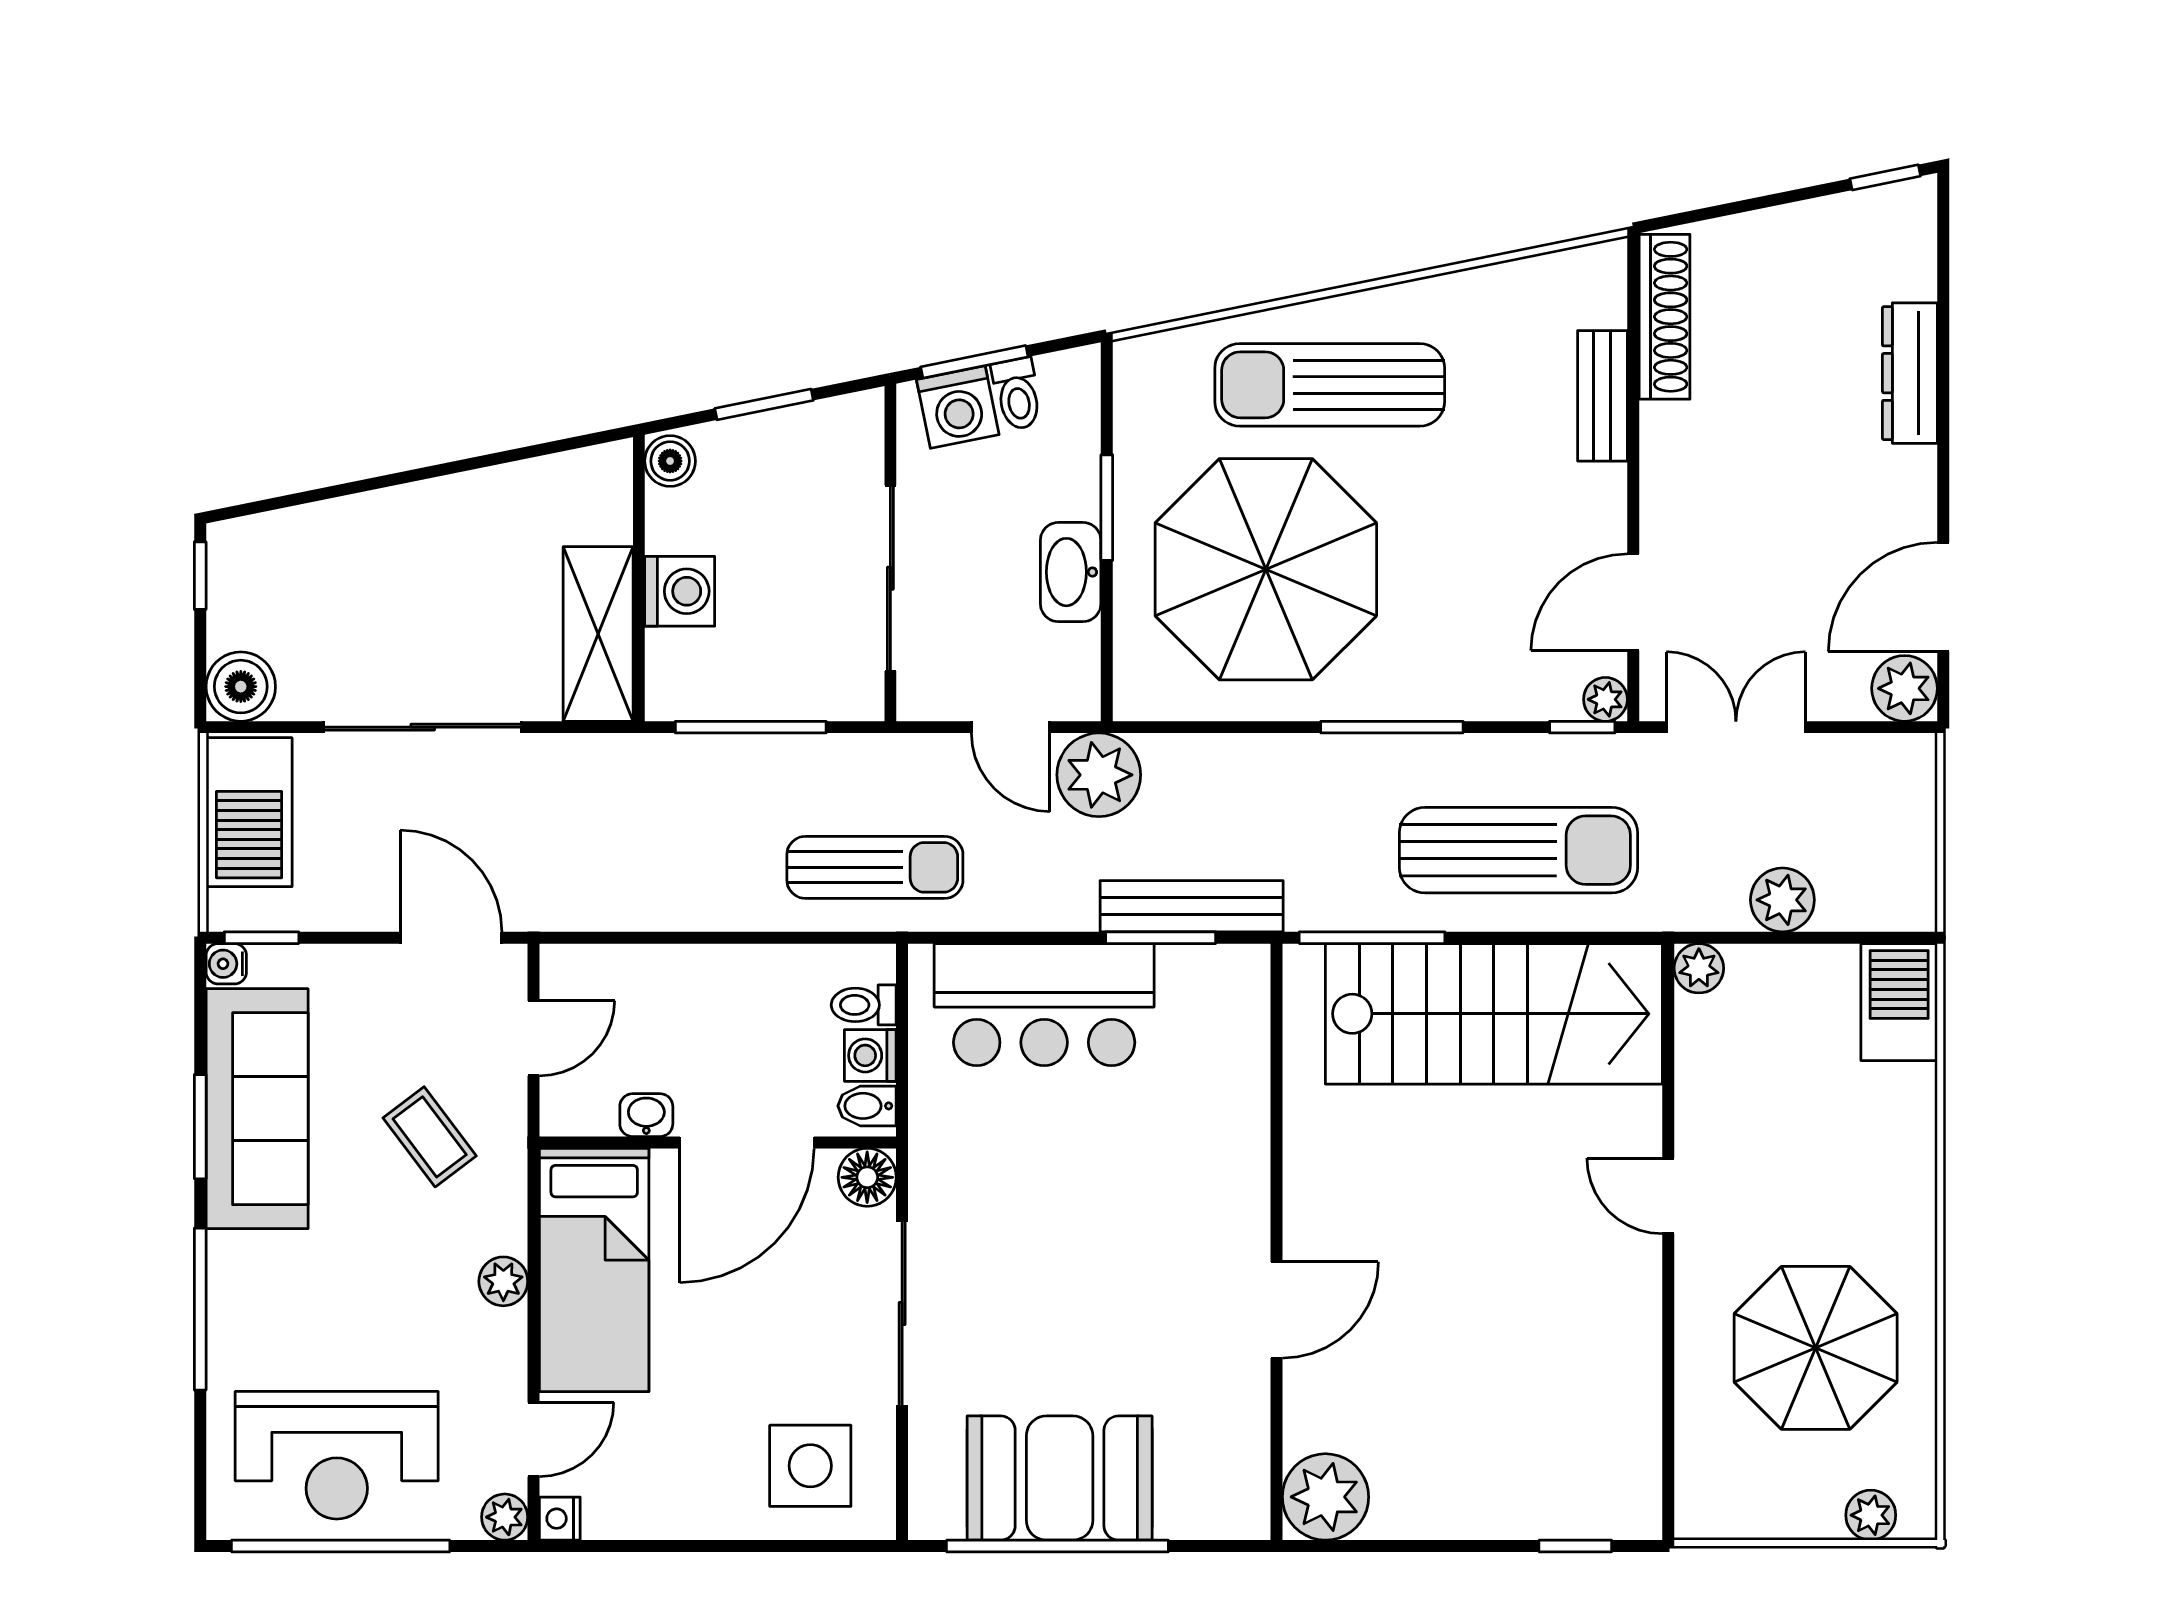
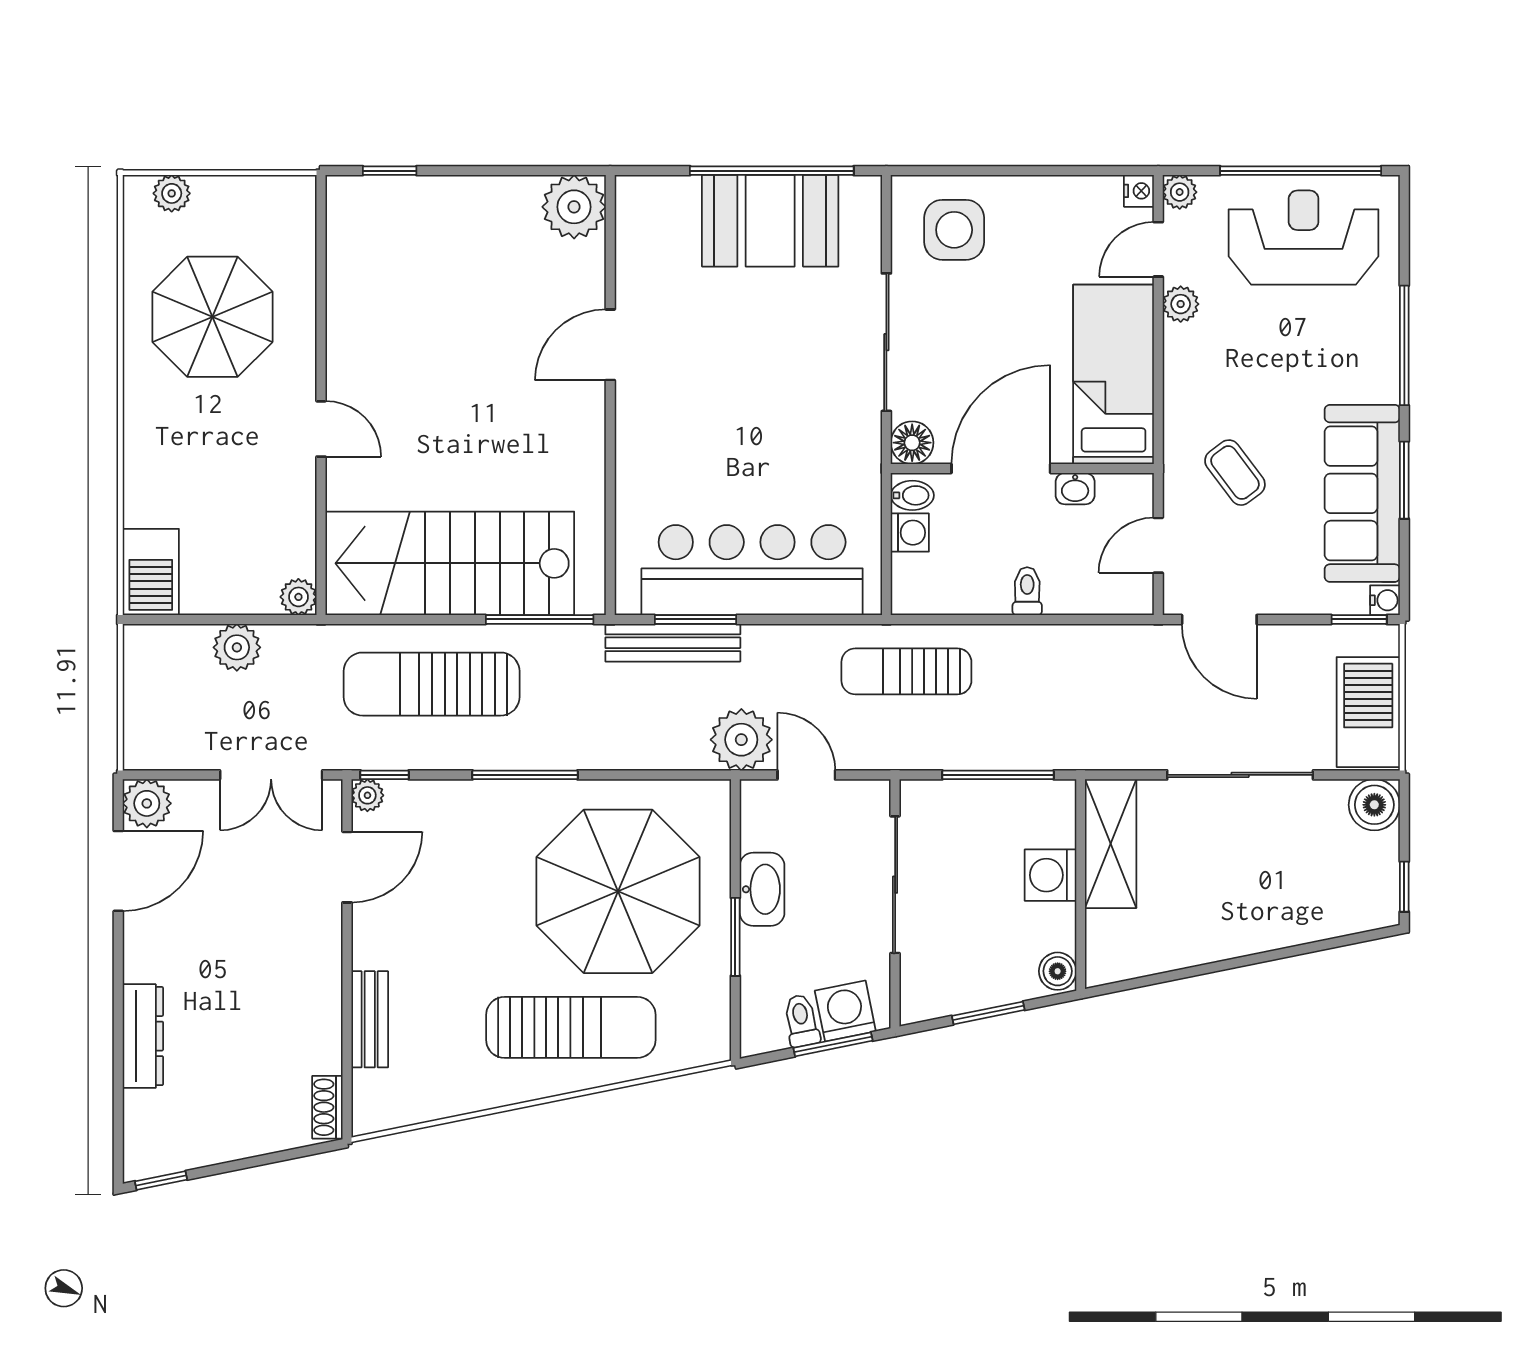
shoe rack: (1665, 317) -> (327, 1107), width x0.51, depth x0.81
toilet: (864, 1005) -> (1027, 591), moved, turned -90
bar counter: (1044, 1005) -> (752, 570), width x1.36
plant: (503, 1281) -> (1181, 304), moved

